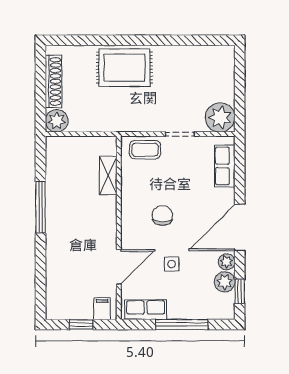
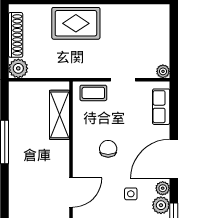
plant: (220, 117) -> (163, 71), width x0.53, depth x0.53
shelving: (108, 175) -> (60, 115), width x1.50, depth x1.33
side table: (172, 264) -> (131, 194), moved

